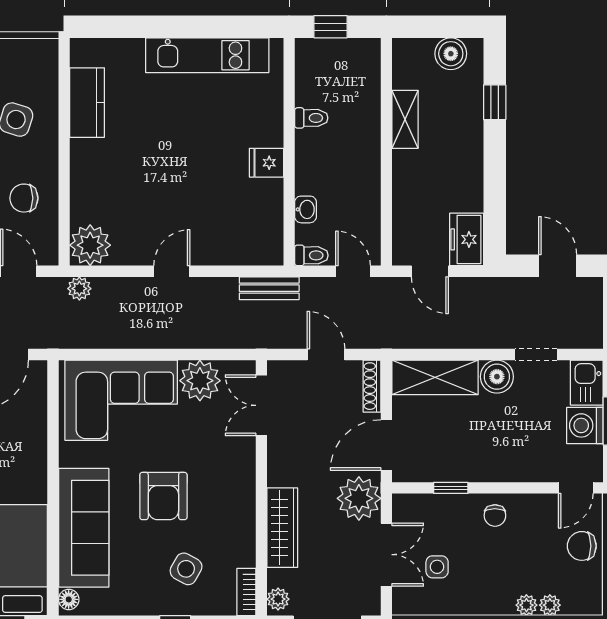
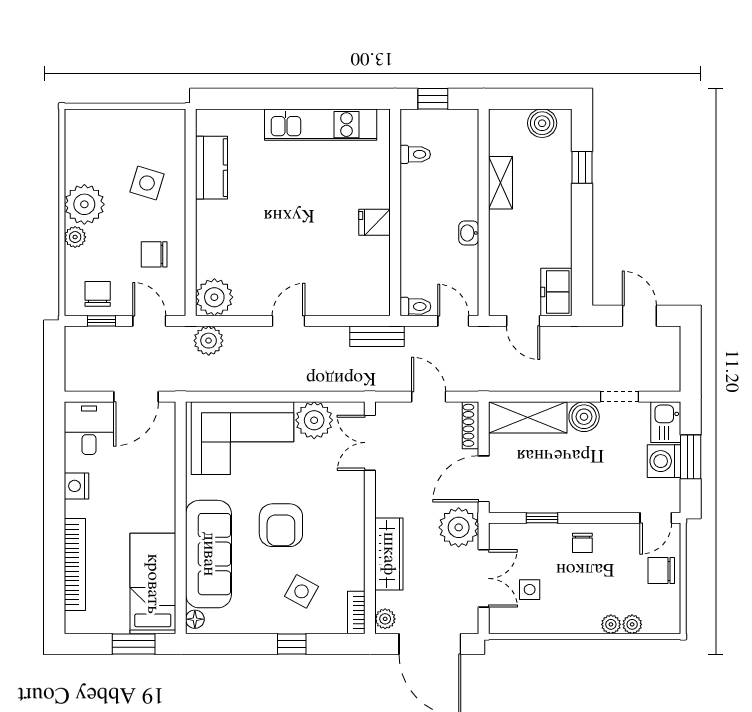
toilet: (311, 118) -> (415, 154), moved
washbasin: (306, 209) -> (469, 233), moved, turned 180
plant: (79, 289) -> (209, 341), width x1.38, depth x1.38

